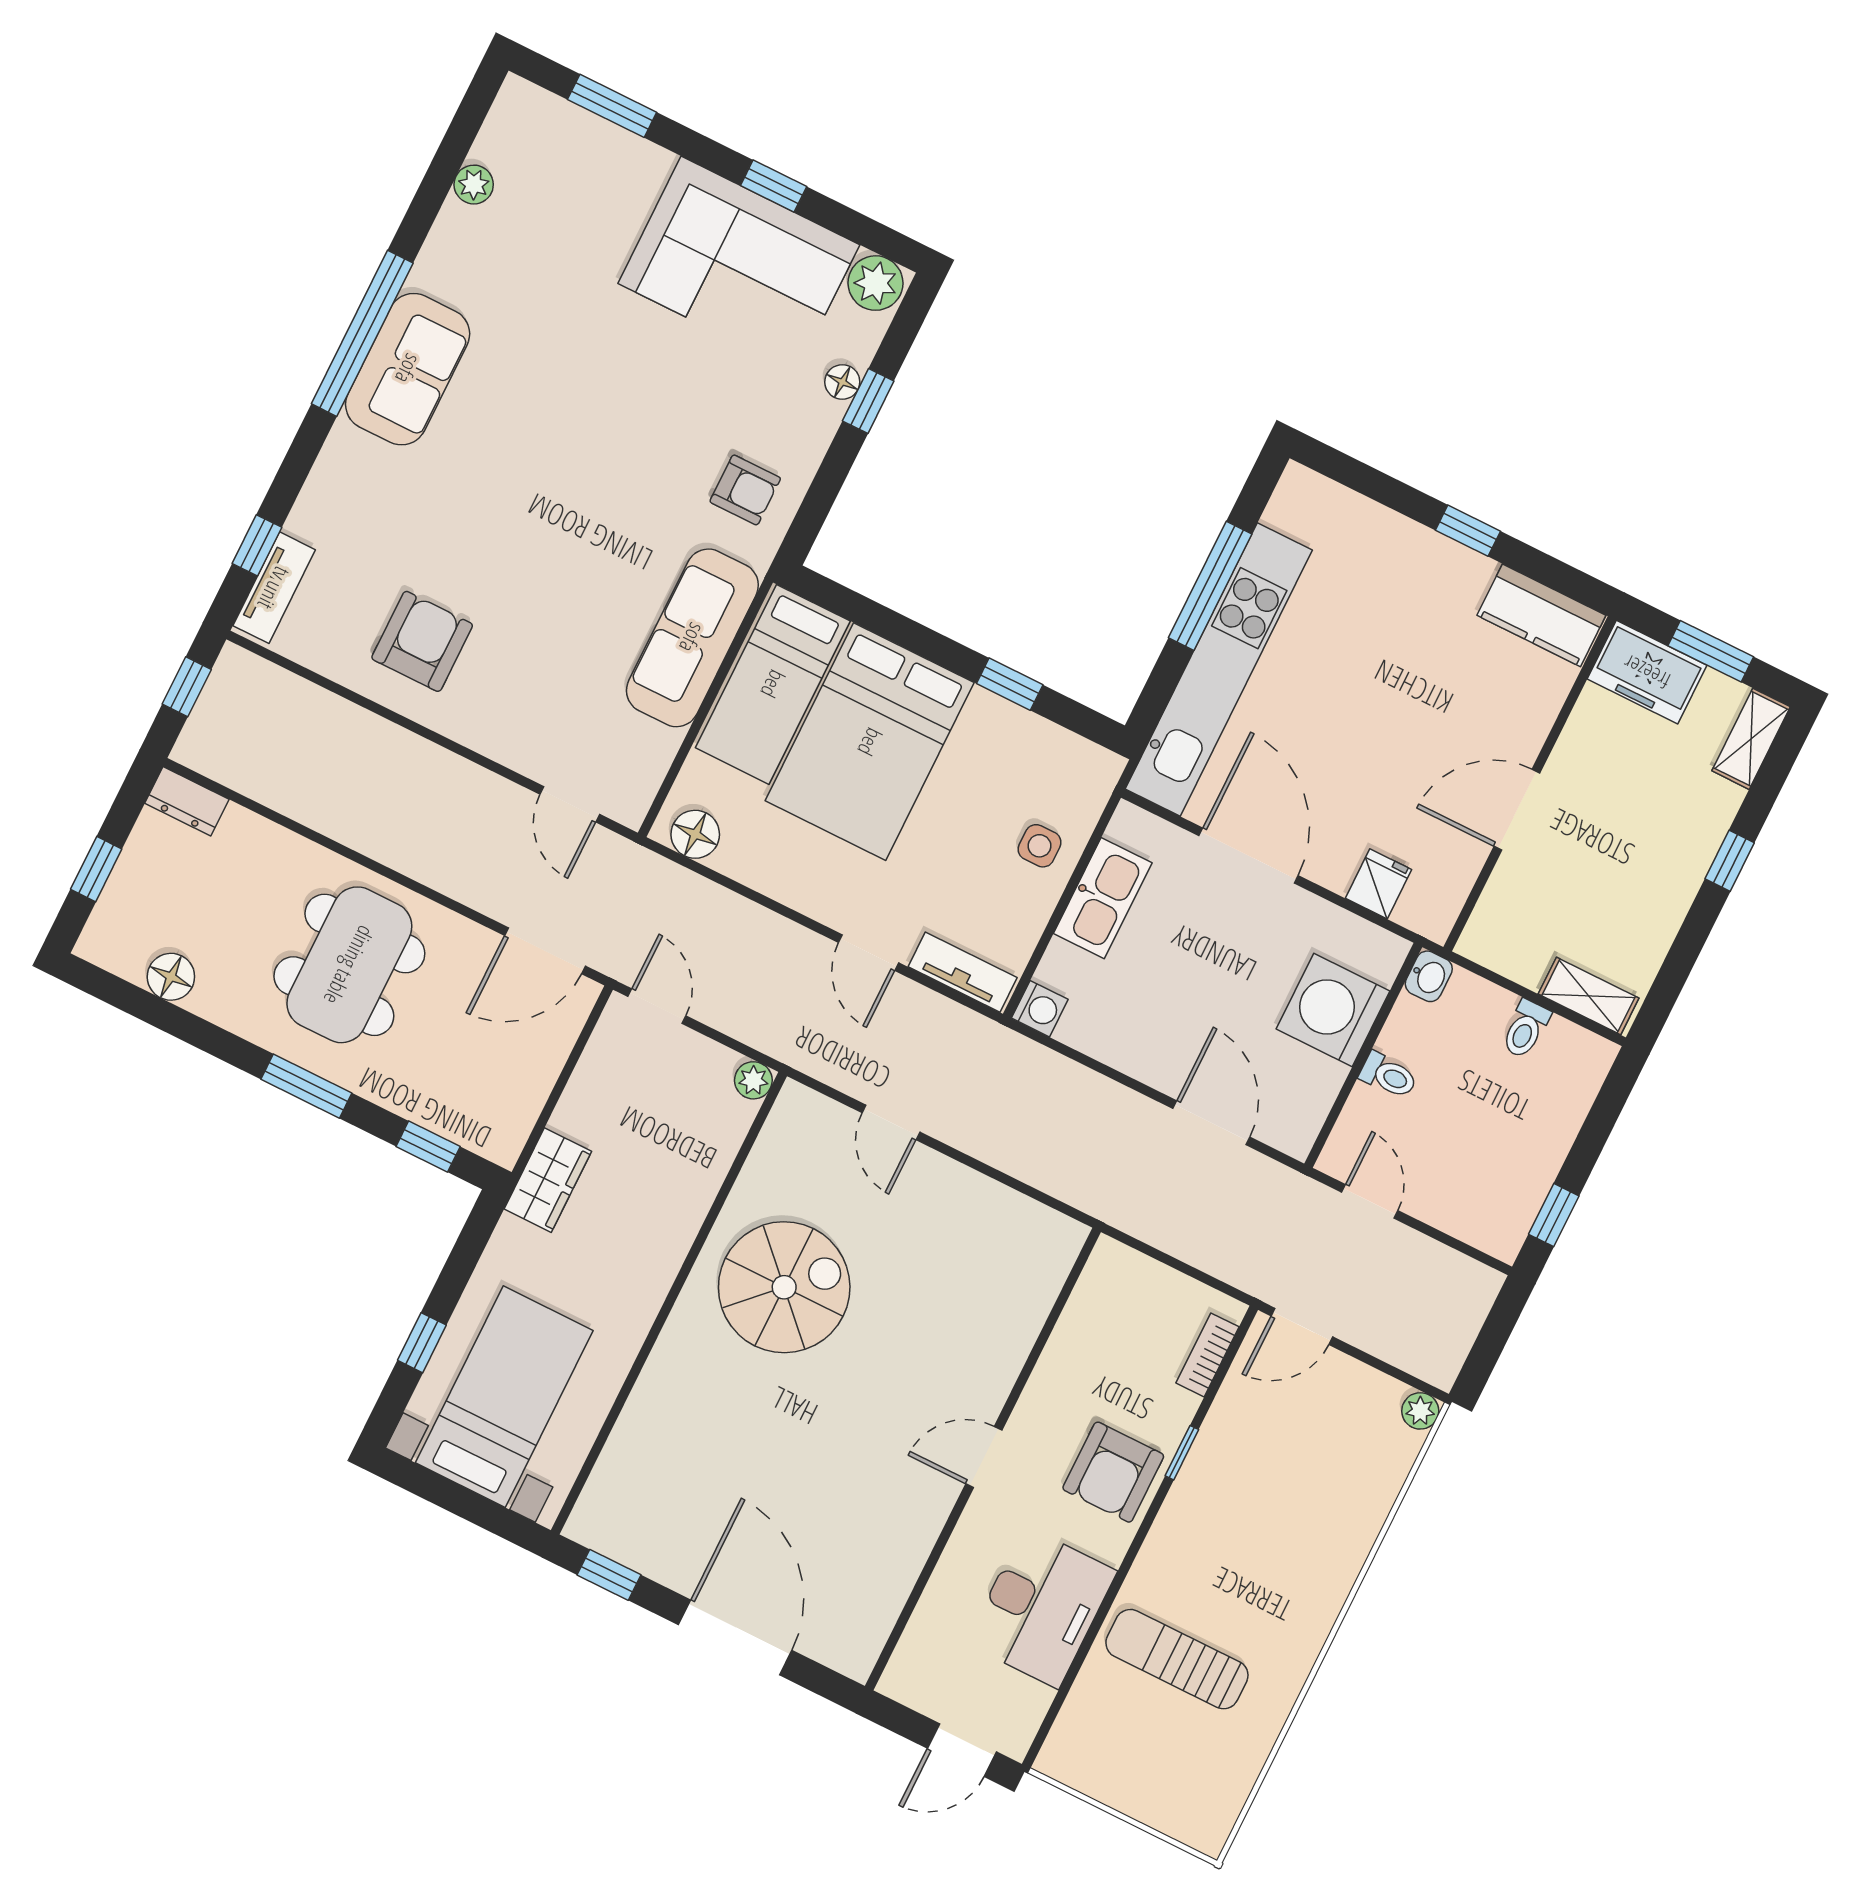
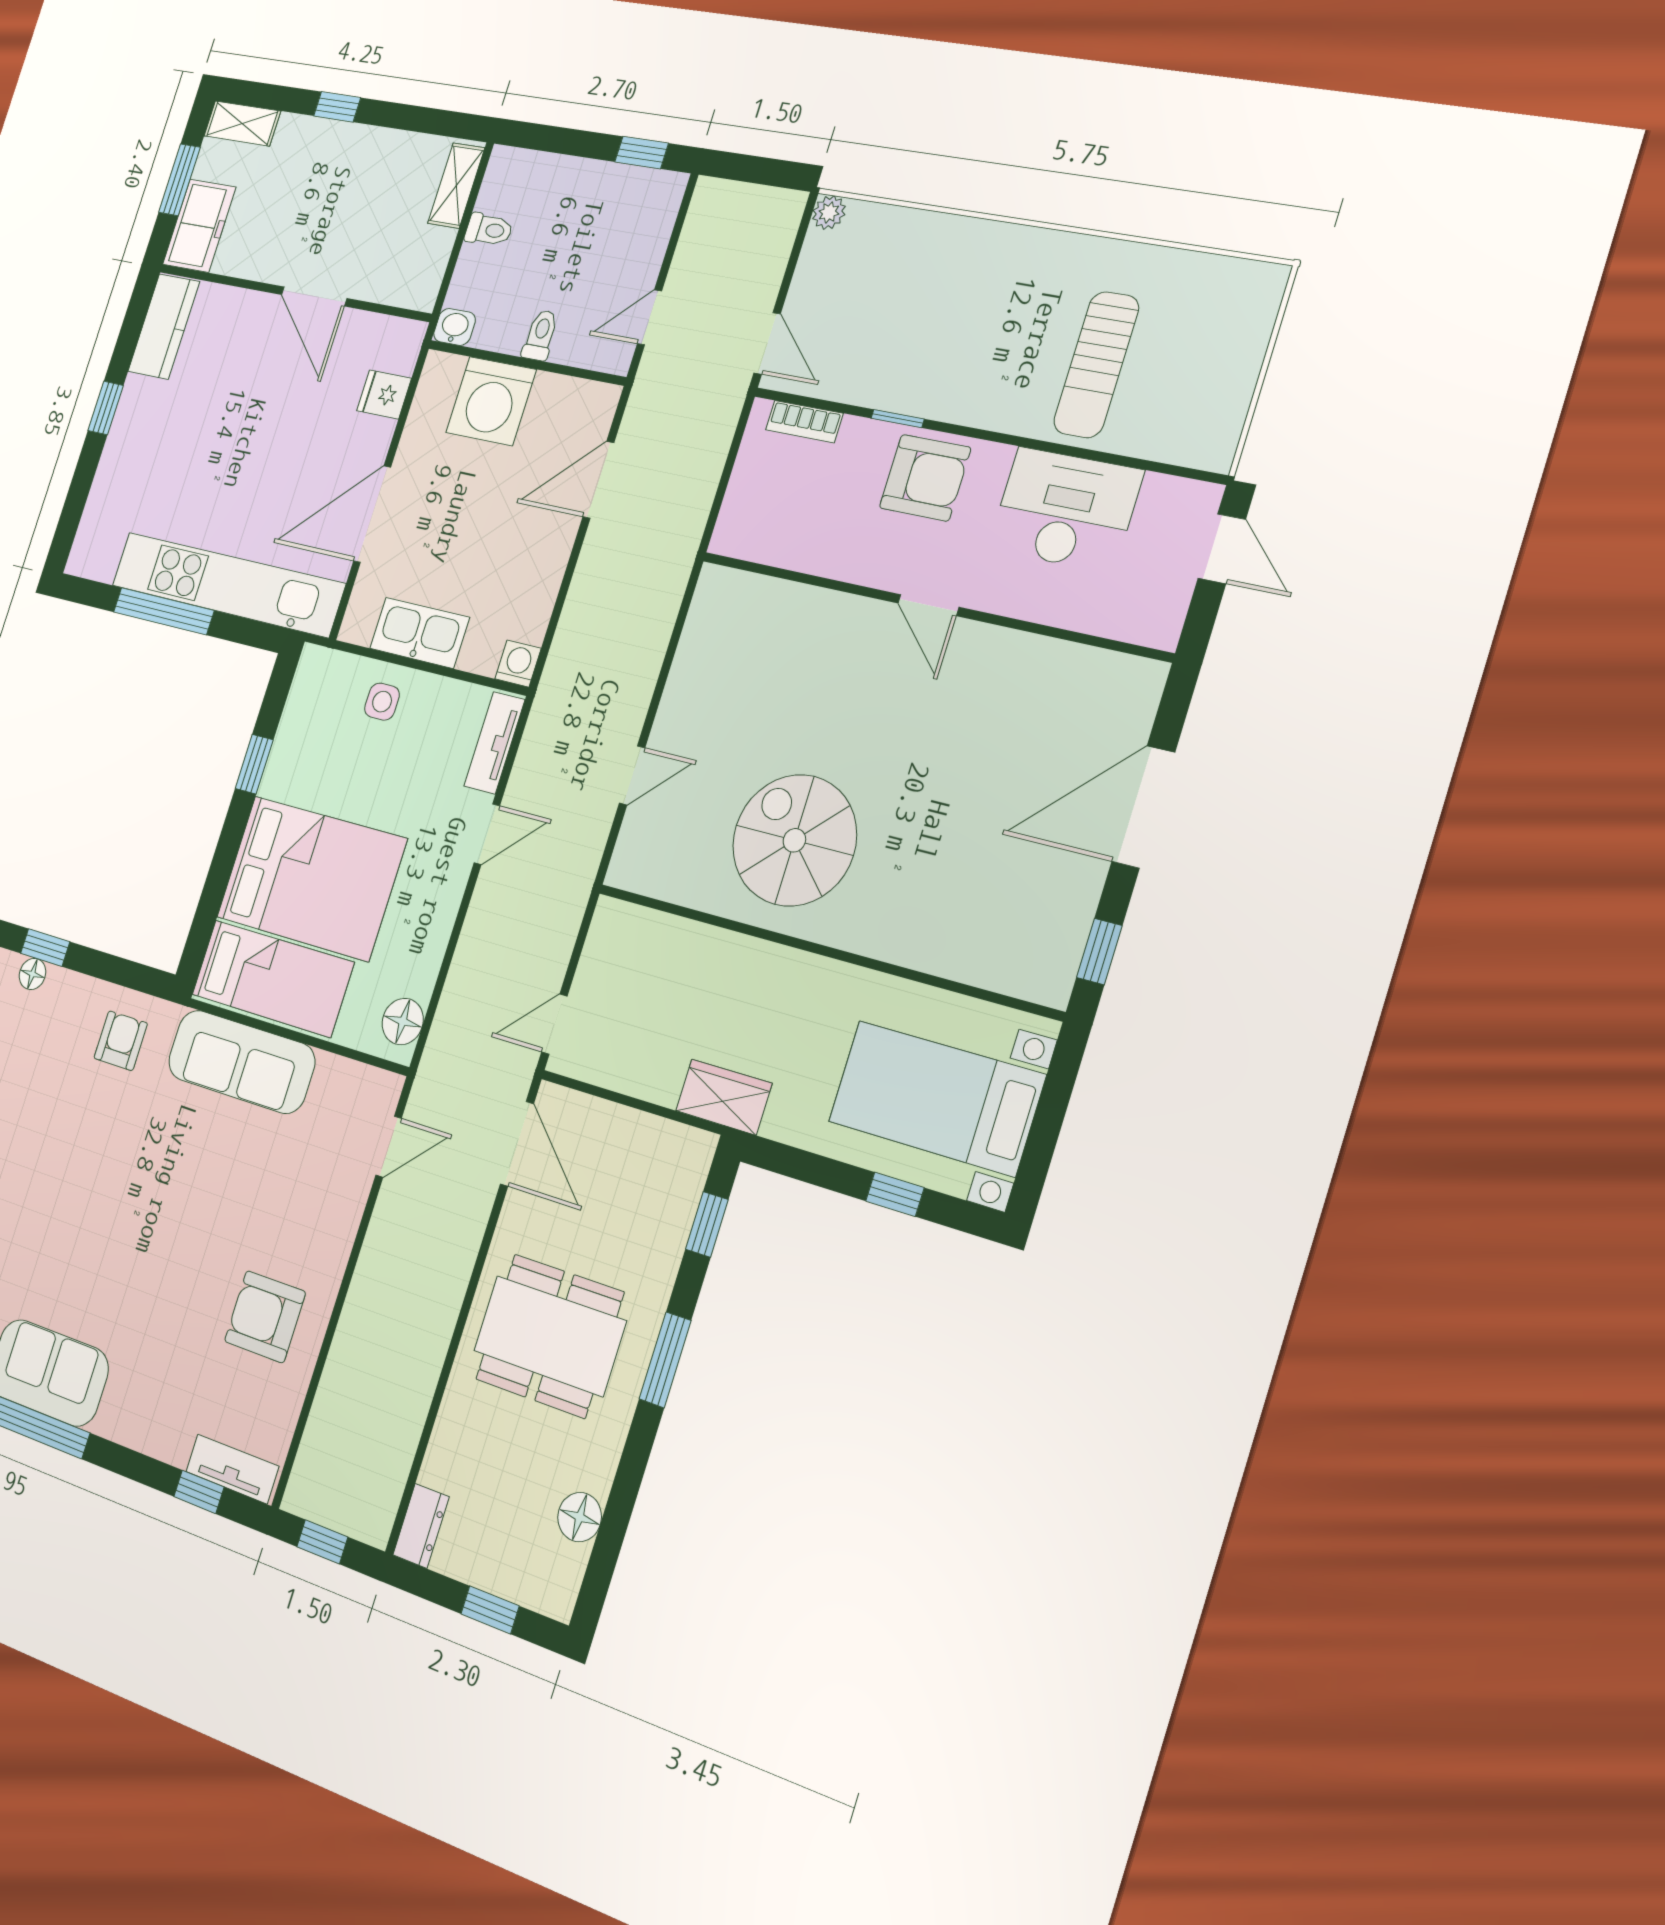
plant: (753, 1080) -> (610, 916), removed

